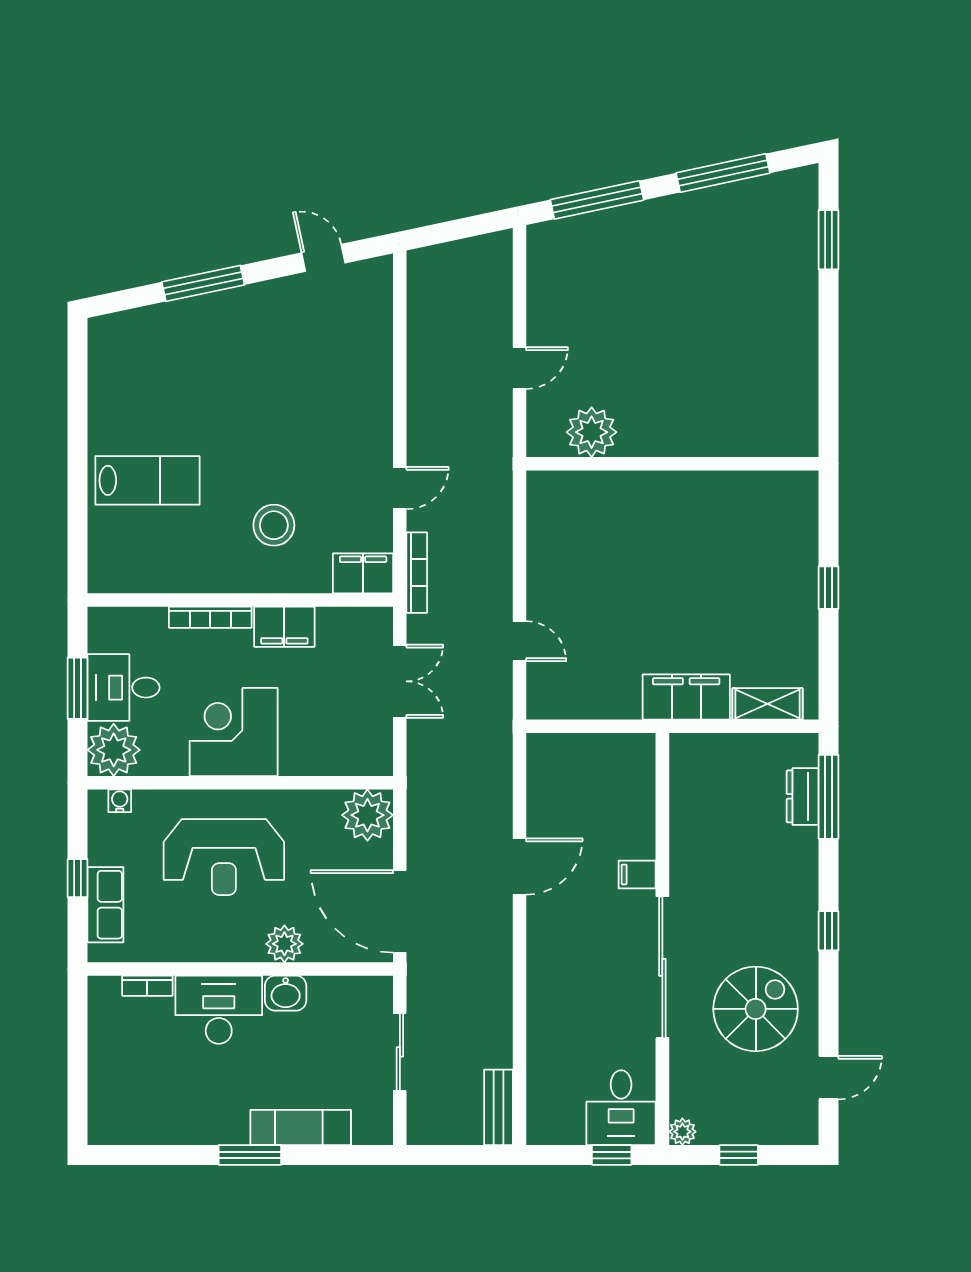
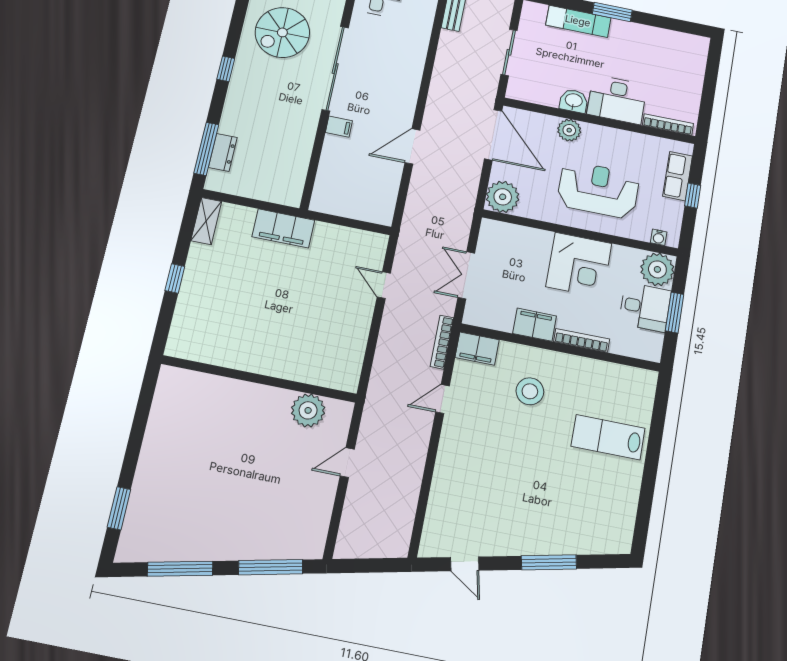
shelving: (768, 704) -> (206, 221), moved, turned 90
bookcase: (147, 986) -> (668, 124), width x1.56

